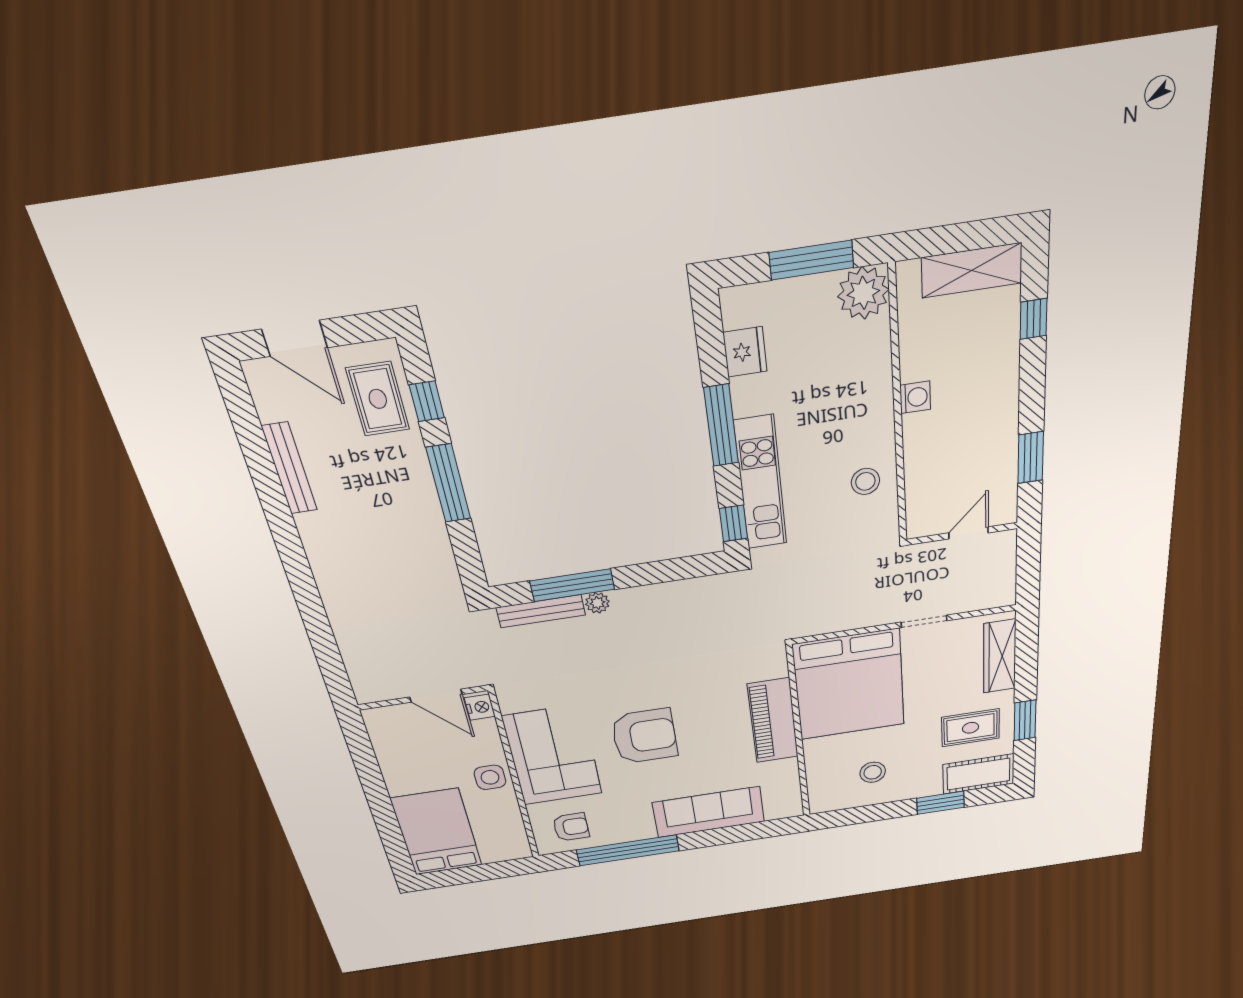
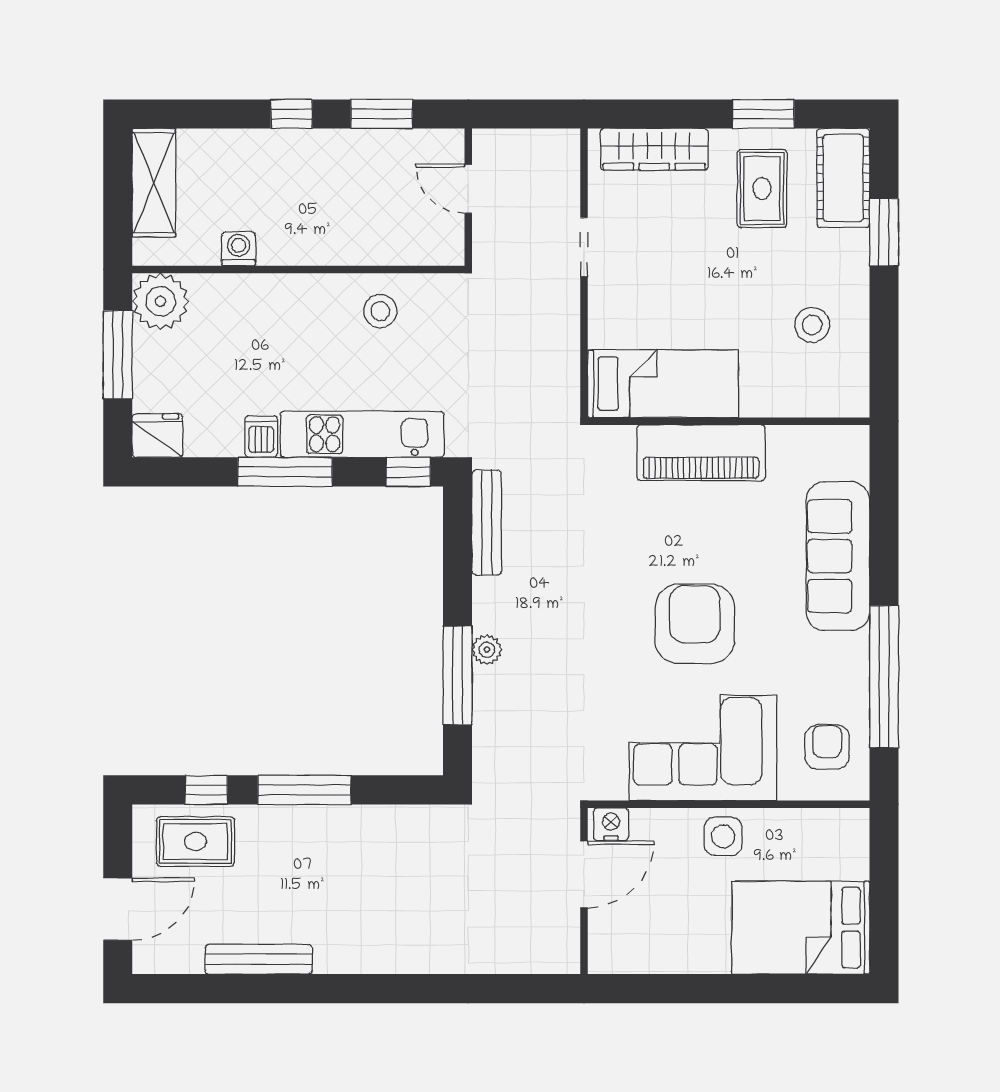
window: (1034, 319) -> (292, 114), moved
fridge: (745, 352) -> (157, 436), moved
washing machine: (915, 397) -> (239, 249), moved
dishwasher: (750, 401) -> (261, 437), added
bench: (541, 611) -> (487, 523), moved
bed: (849, 685) -> (663, 384), width x0.49

